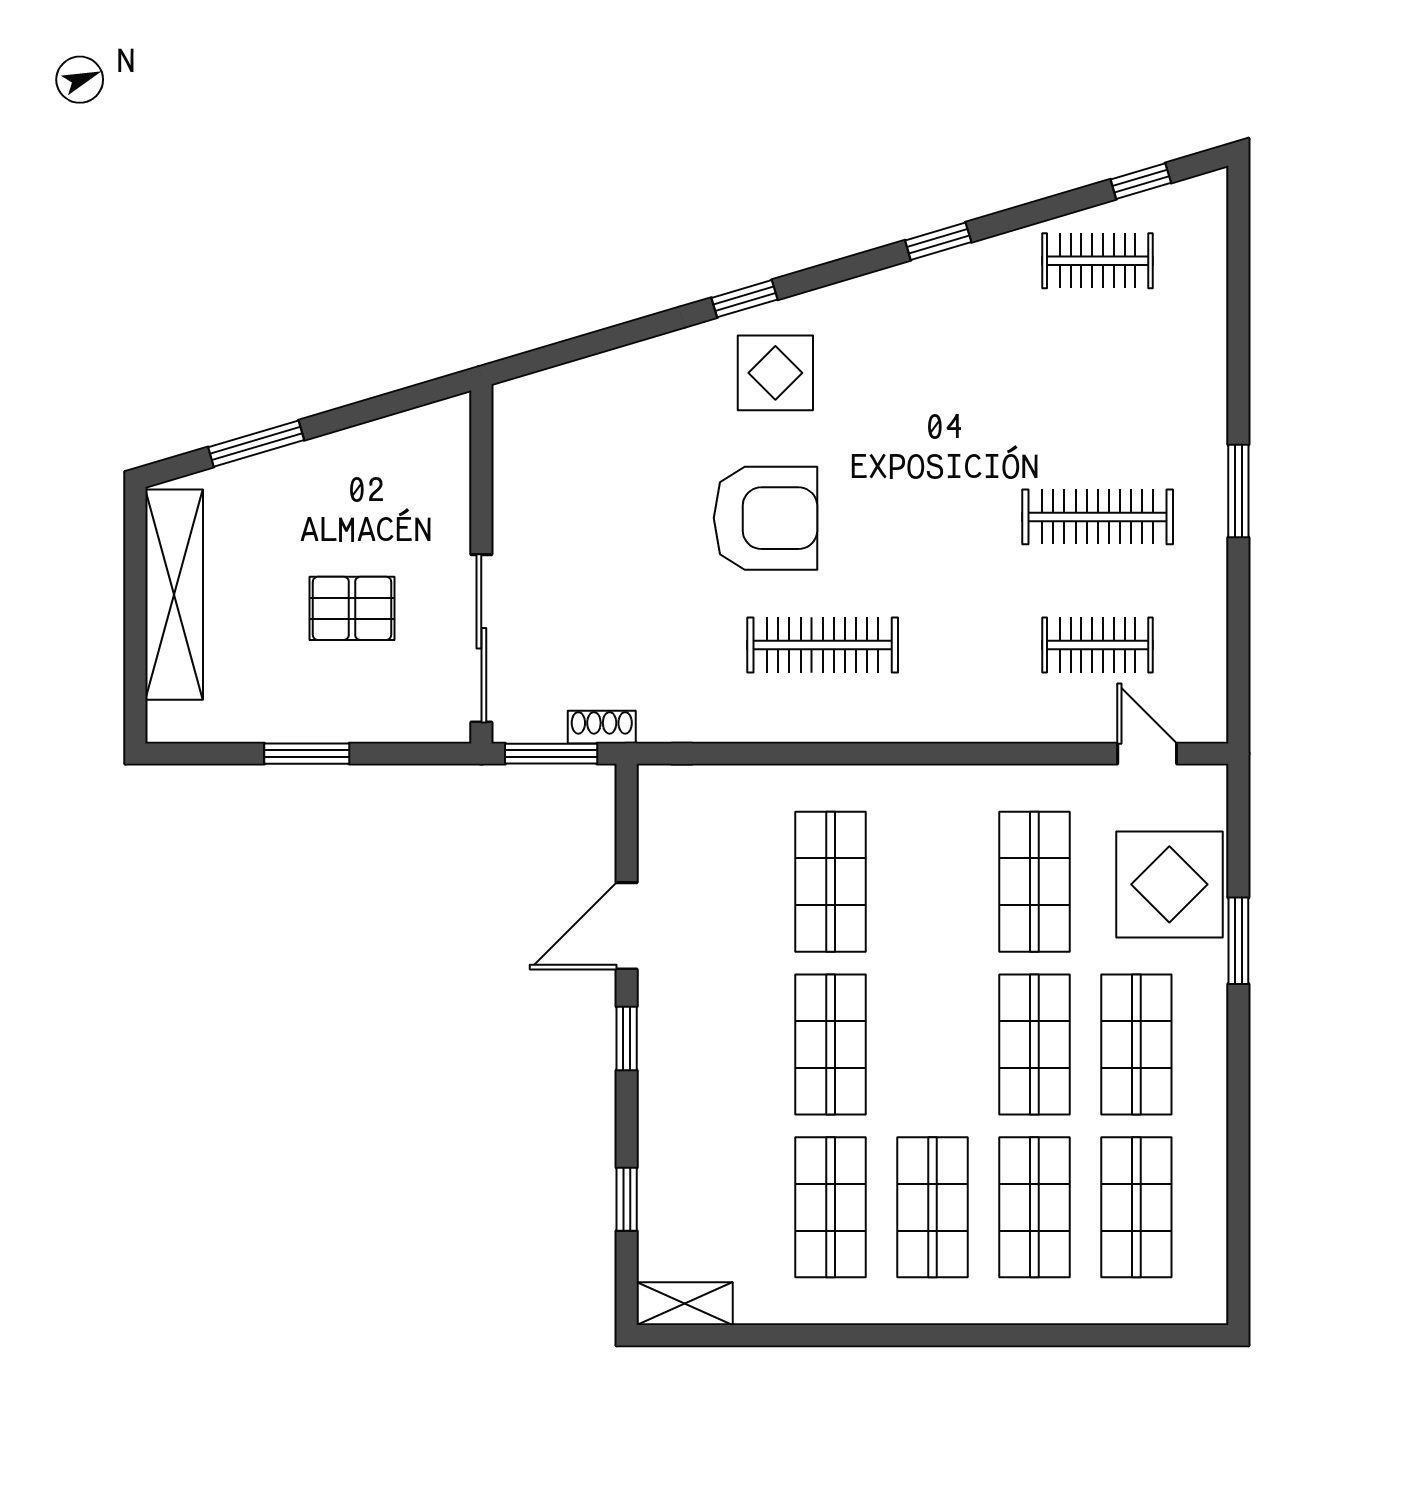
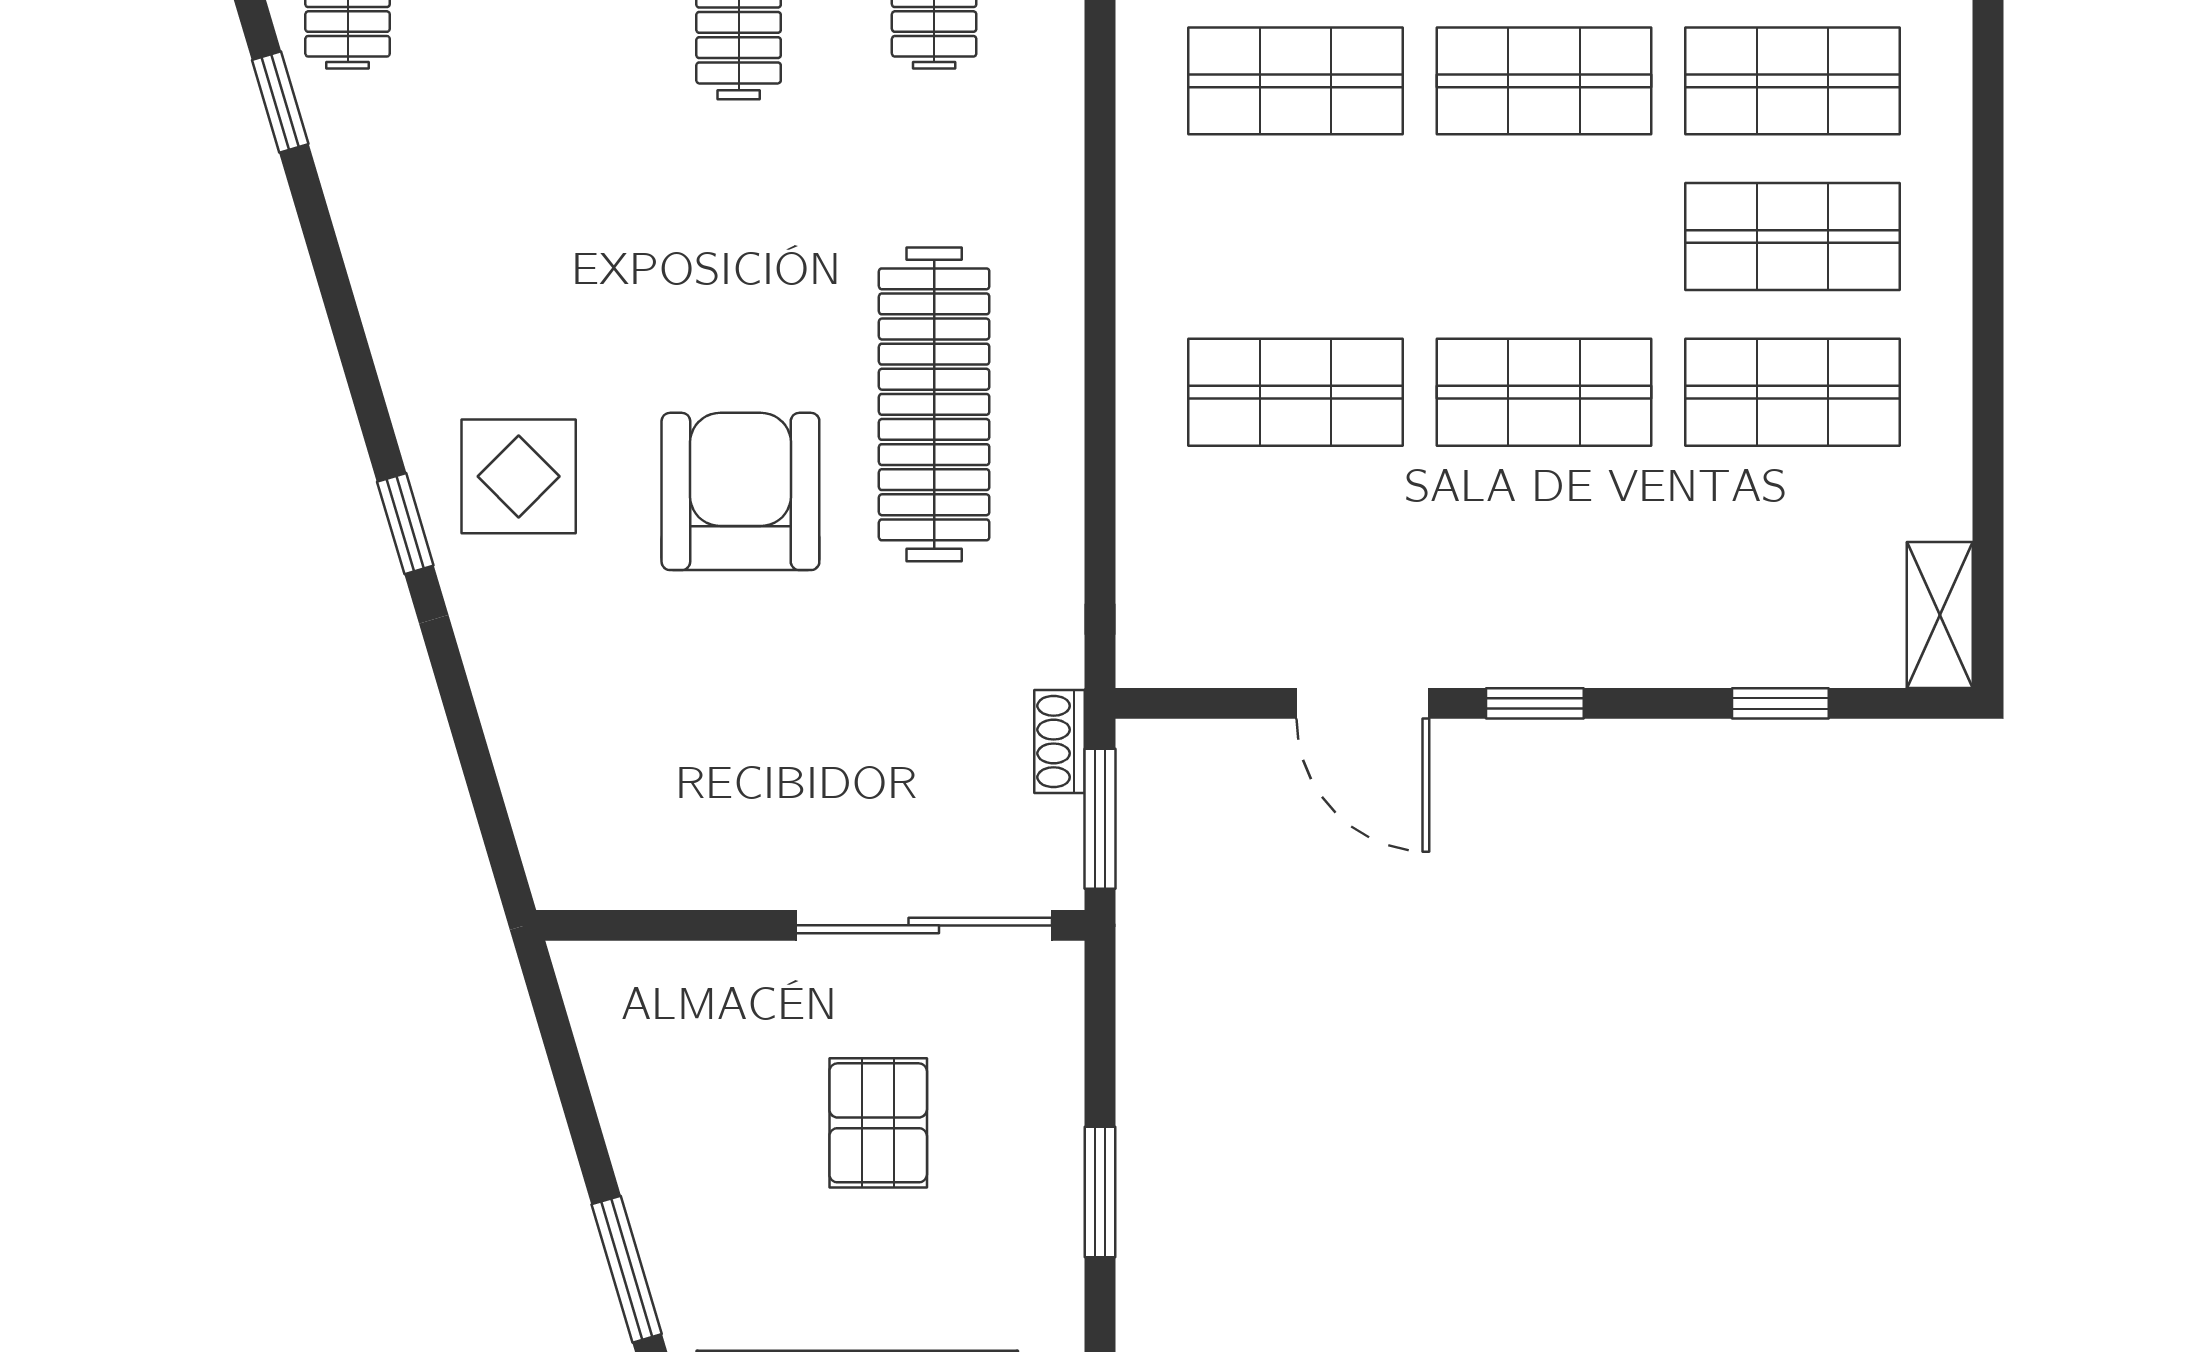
window: (938, 241) -> (280, 102), moved
clothes rail: (823, 645) -> (934, 404), width x1.37, depth x1.31

